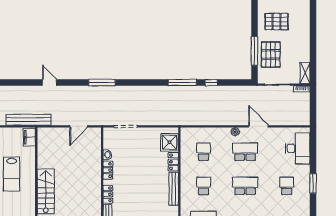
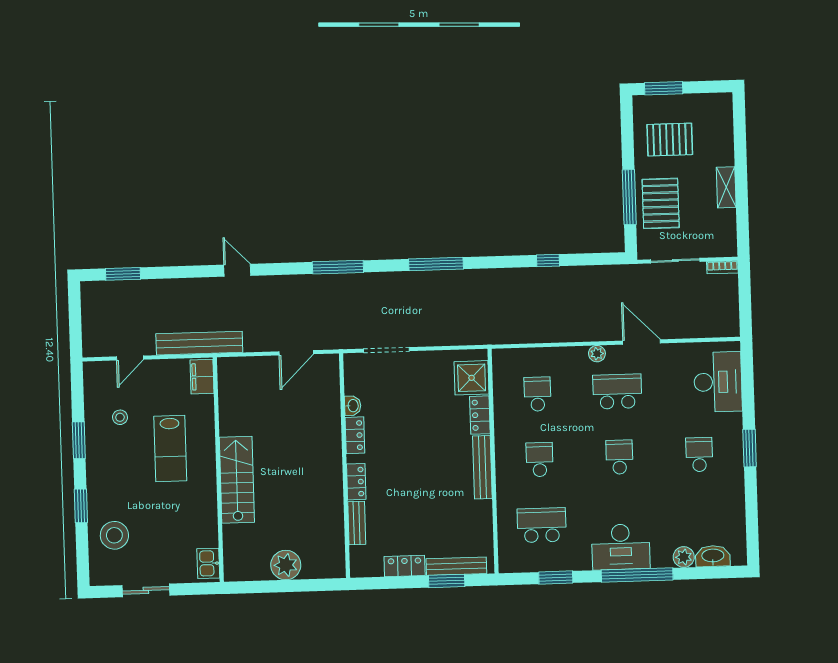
shelving: (305, 73) -> (726, 187), moved
window: (182, 82) -> (436, 264), moved
school desk: (245, 186) -> (619, 457), width x0.54

